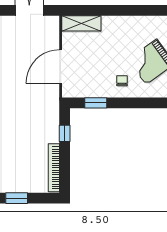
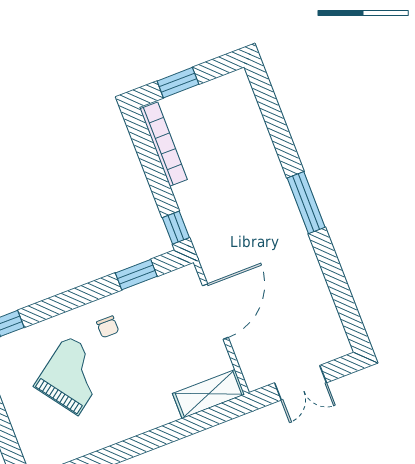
window: (65, 133) -> (176, 228), moved
window: (17, 198) -> (178, 83), moved

